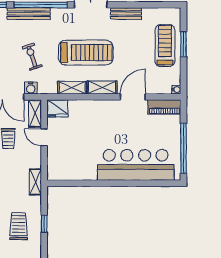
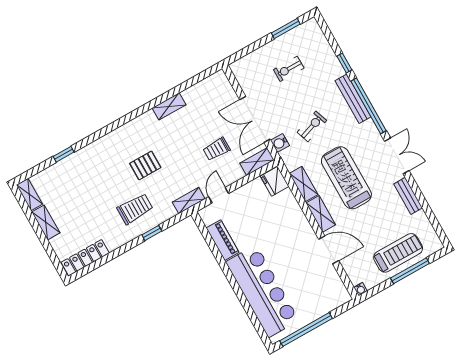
window: (183, 44) -> (410, 271), width x1.44
treadmill: (86, 53) -> (346, 178), turned 180
piano: (164, 107) -> (223, 240), moved, turned 180
door: (44, 137) -> (219, 195), moved

